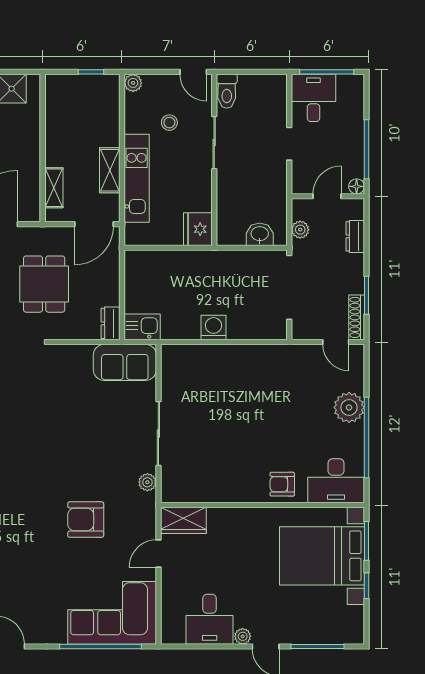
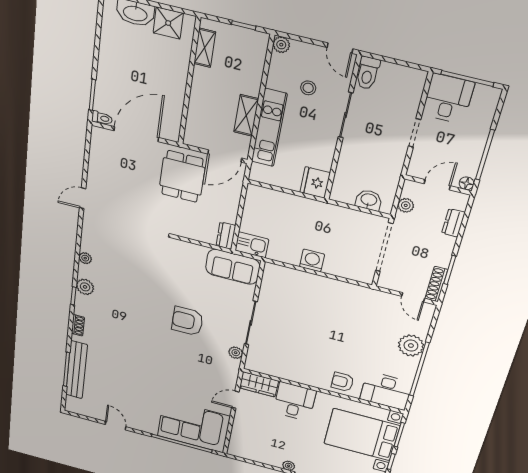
shelving: (54, 188) -> (205, 48), moved
dining table: (44, 284) -> (182, 177), moved
armchair: (86, 520) -> (187, 321), moved
desk: (210, 619) -> (295, 402), moved, turned 180

